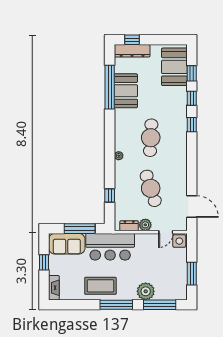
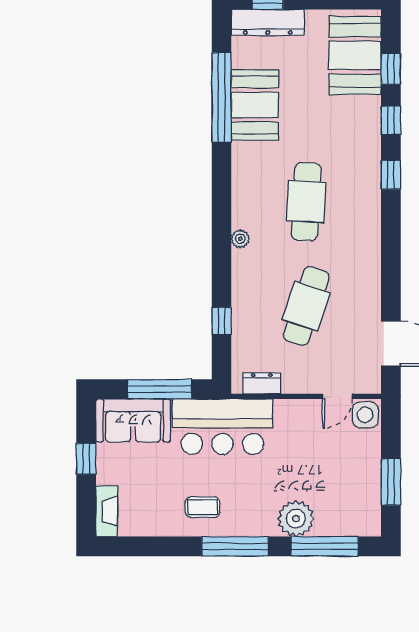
cafe table: (151, 188) -> (306, 306), turned 36
plant: (145, 225) -> (295, 381), removed
coffee table: (100, 286) -> (203, 507), width x0.54, depth x0.58

